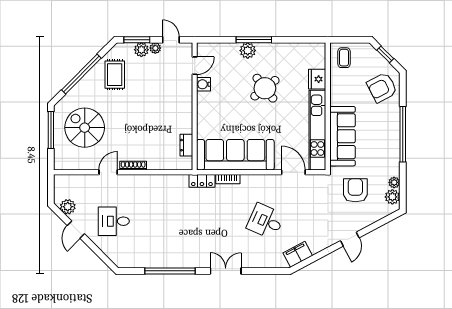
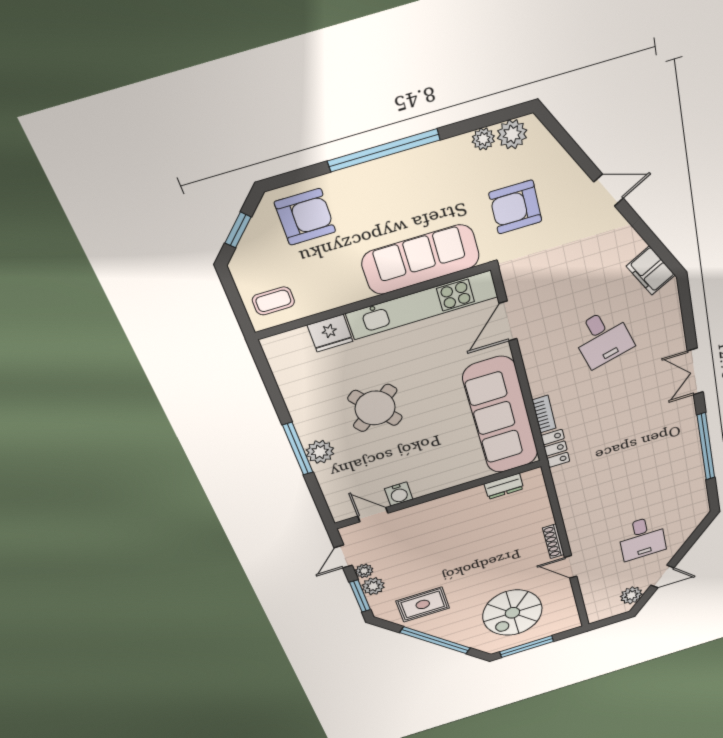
armchair: (382, 88) -> (305, 217), turned -63
desk: (266, 221) -> (603, 338), turned -39

